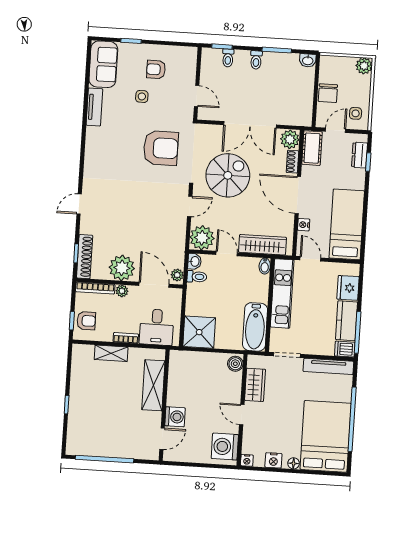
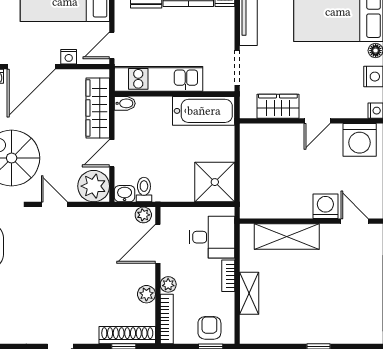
plant: (122, 268) -> (146, 294), width x0.53, depth x0.53
boiler: (235, 364) -> (252, 133), removed

